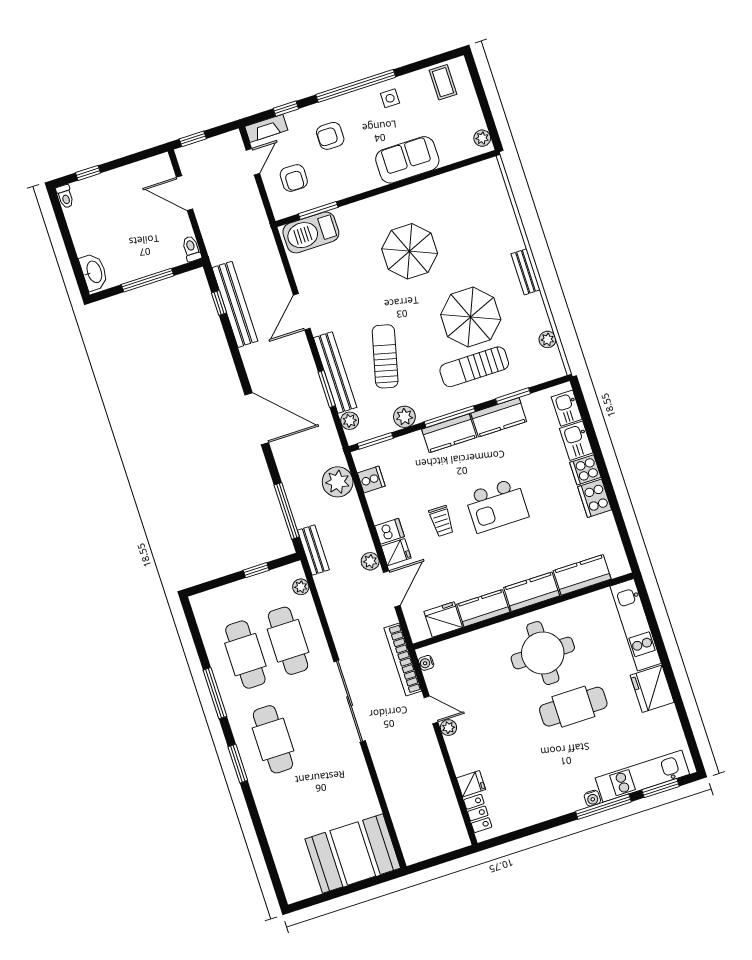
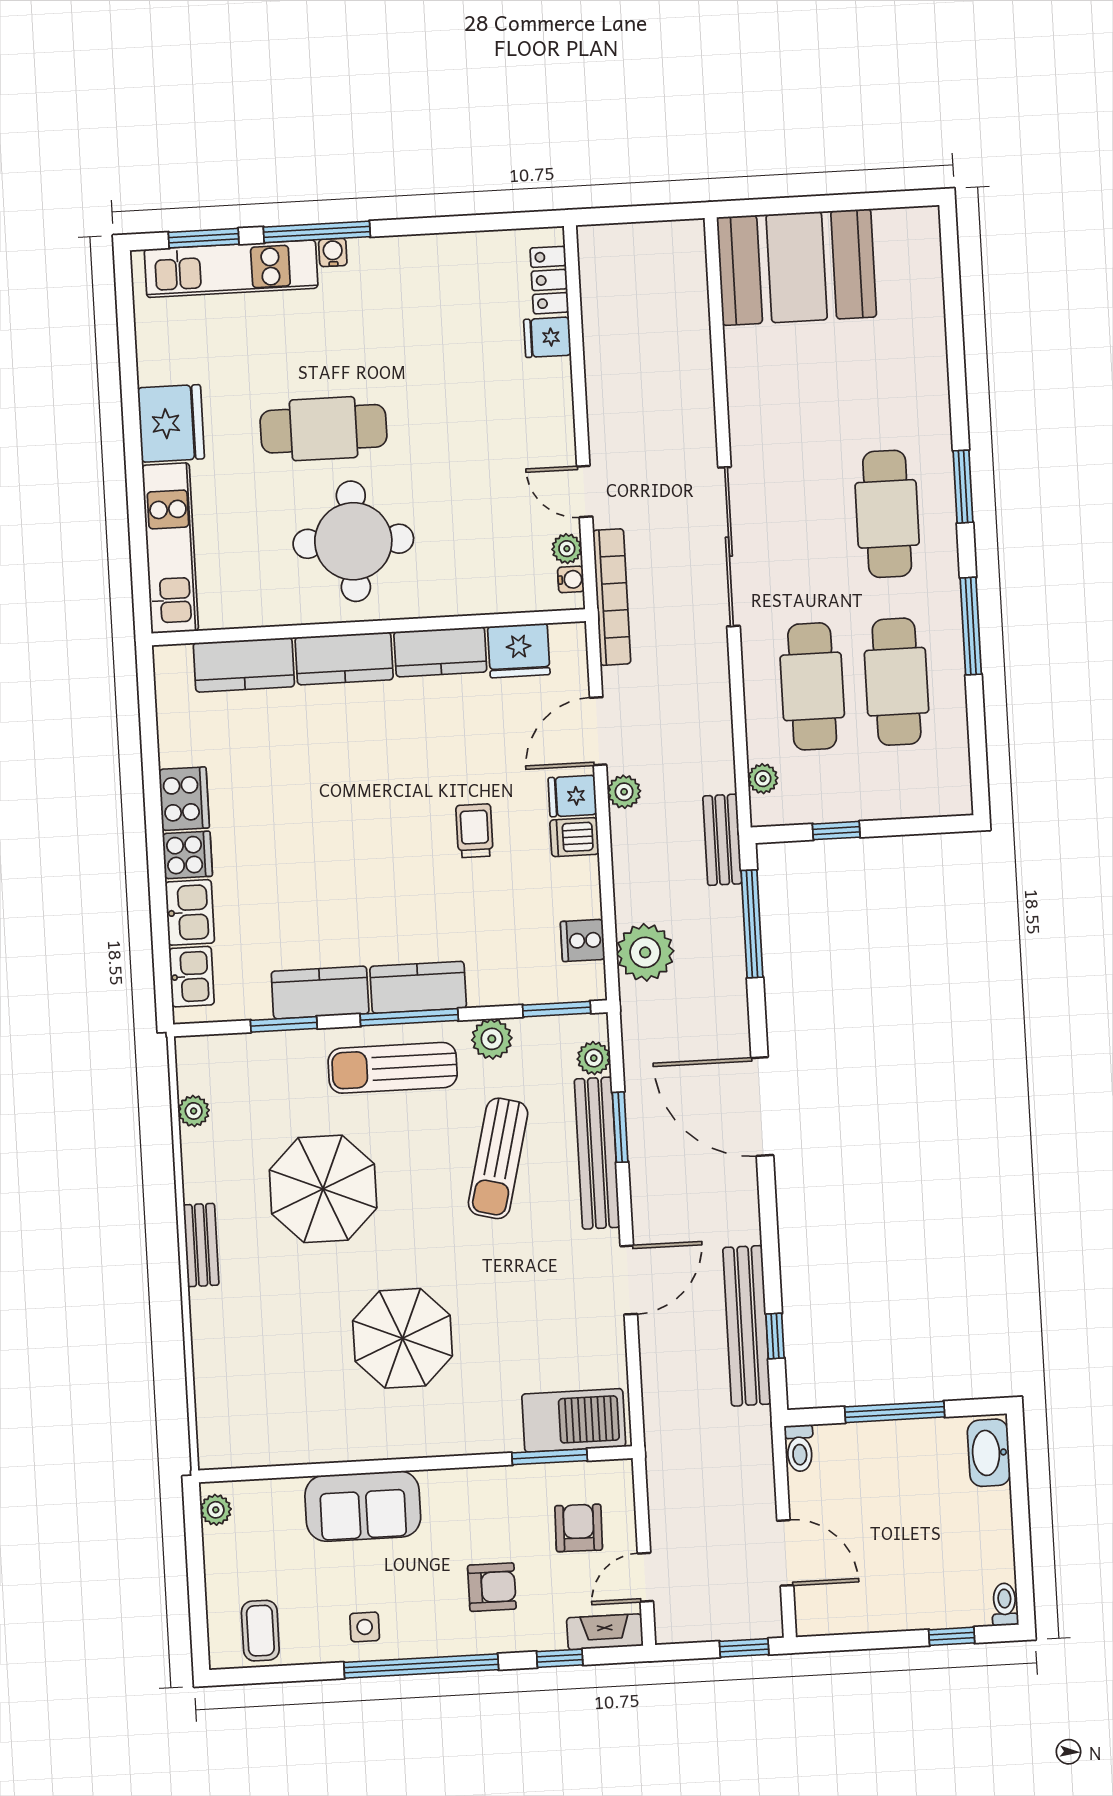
sun lounger: (474, 367) -> (393, 1068), moved, turned 180
kitchen island: (497, 505) -> (366, 833), removed
plant: (448, 728) -> (567, 549), moved

